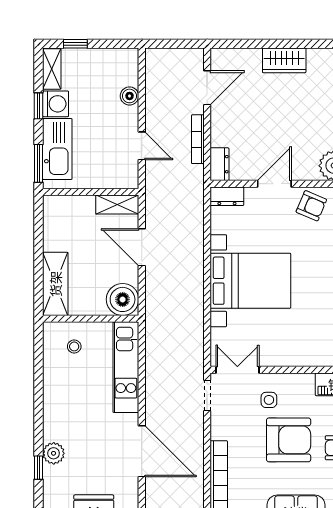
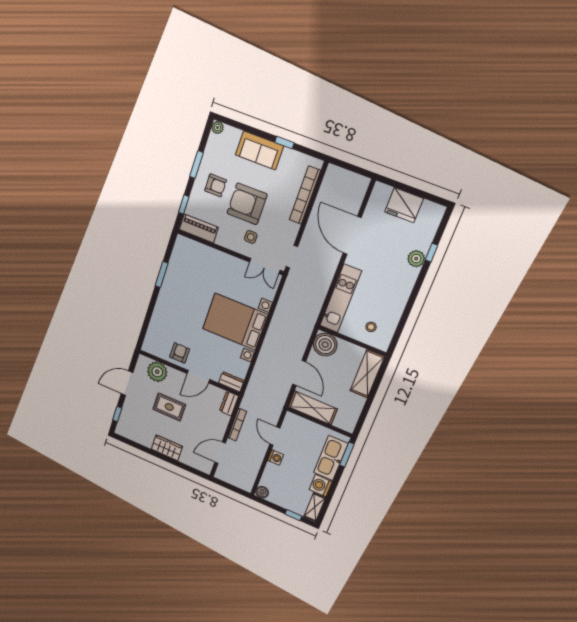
boiler: (130, 96) -> (262, 492), moved
window: (38, 106) -> (332, 489), removed
washing machine: (130, 116) -> (276, 458), added
rug: (300, 122) -> (169, 407), added
shelving: (117, 205) -> (313, 408), width x1.50, depth x1.33
armchair: (311, 206) -> (180, 353), turned 67

